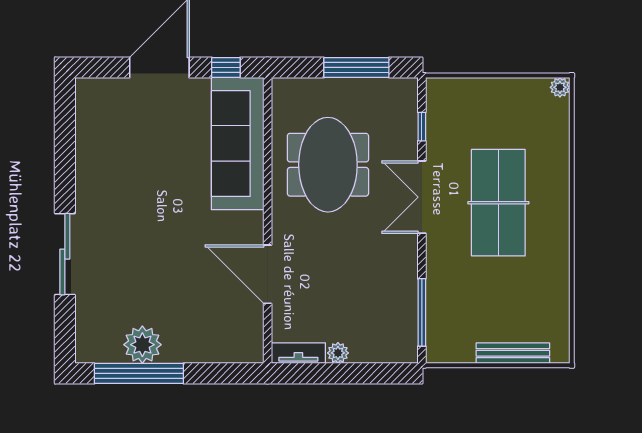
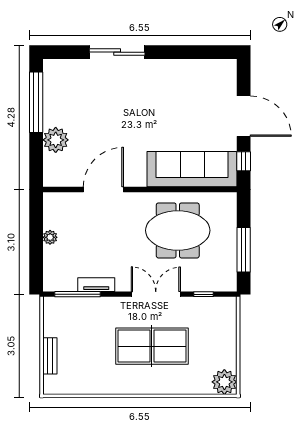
plant: (560, 87) -> (224, 382), width x1.88, depth x1.88
plant: (142, 345) -> (56, 140), moved
tv unit: (298, 353) -> (96, 285), moved, turned -90
bench: (513, 353) -> (50, 356), width x0.73

